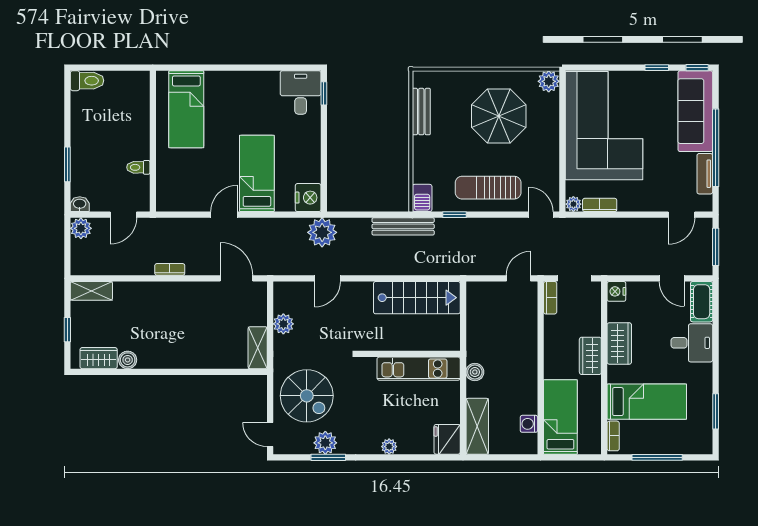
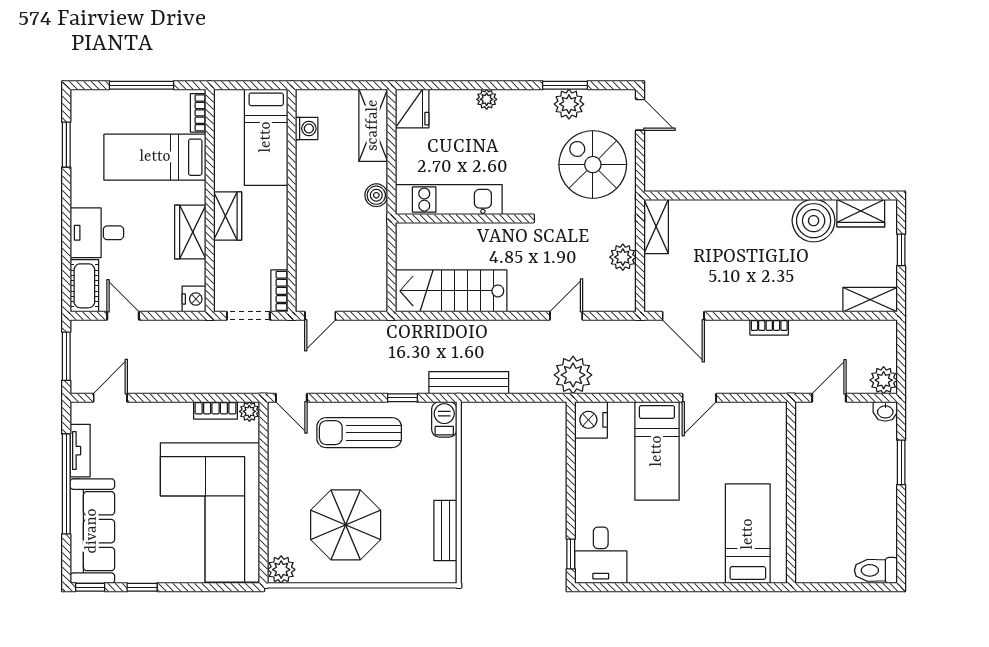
toilet: (138, 167) -> (810, 459), removed
sun lounger: (488, 188) -> (359, 433), turned 180
boiler: (128, 360) -> (814, 221), width x1.86, depth x1.86

